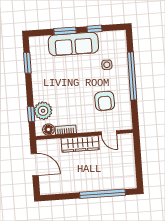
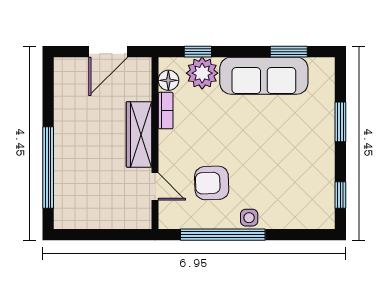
window: (94, 29) -> (340, 195), moved
sofa: (73, 44) -> (264, 76), moved, turned -90
side table: (107, 65) -> (249, 218), moved
window: (132, 76) -> (223, 235), moved
door: (109, 133) -> (155, 187), swing flipped

